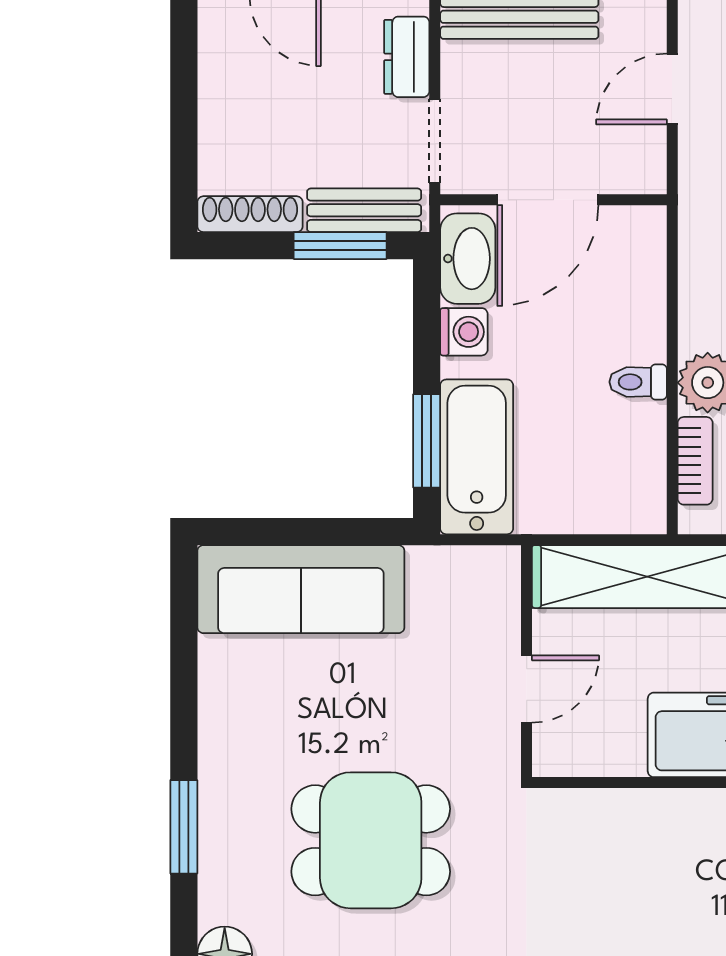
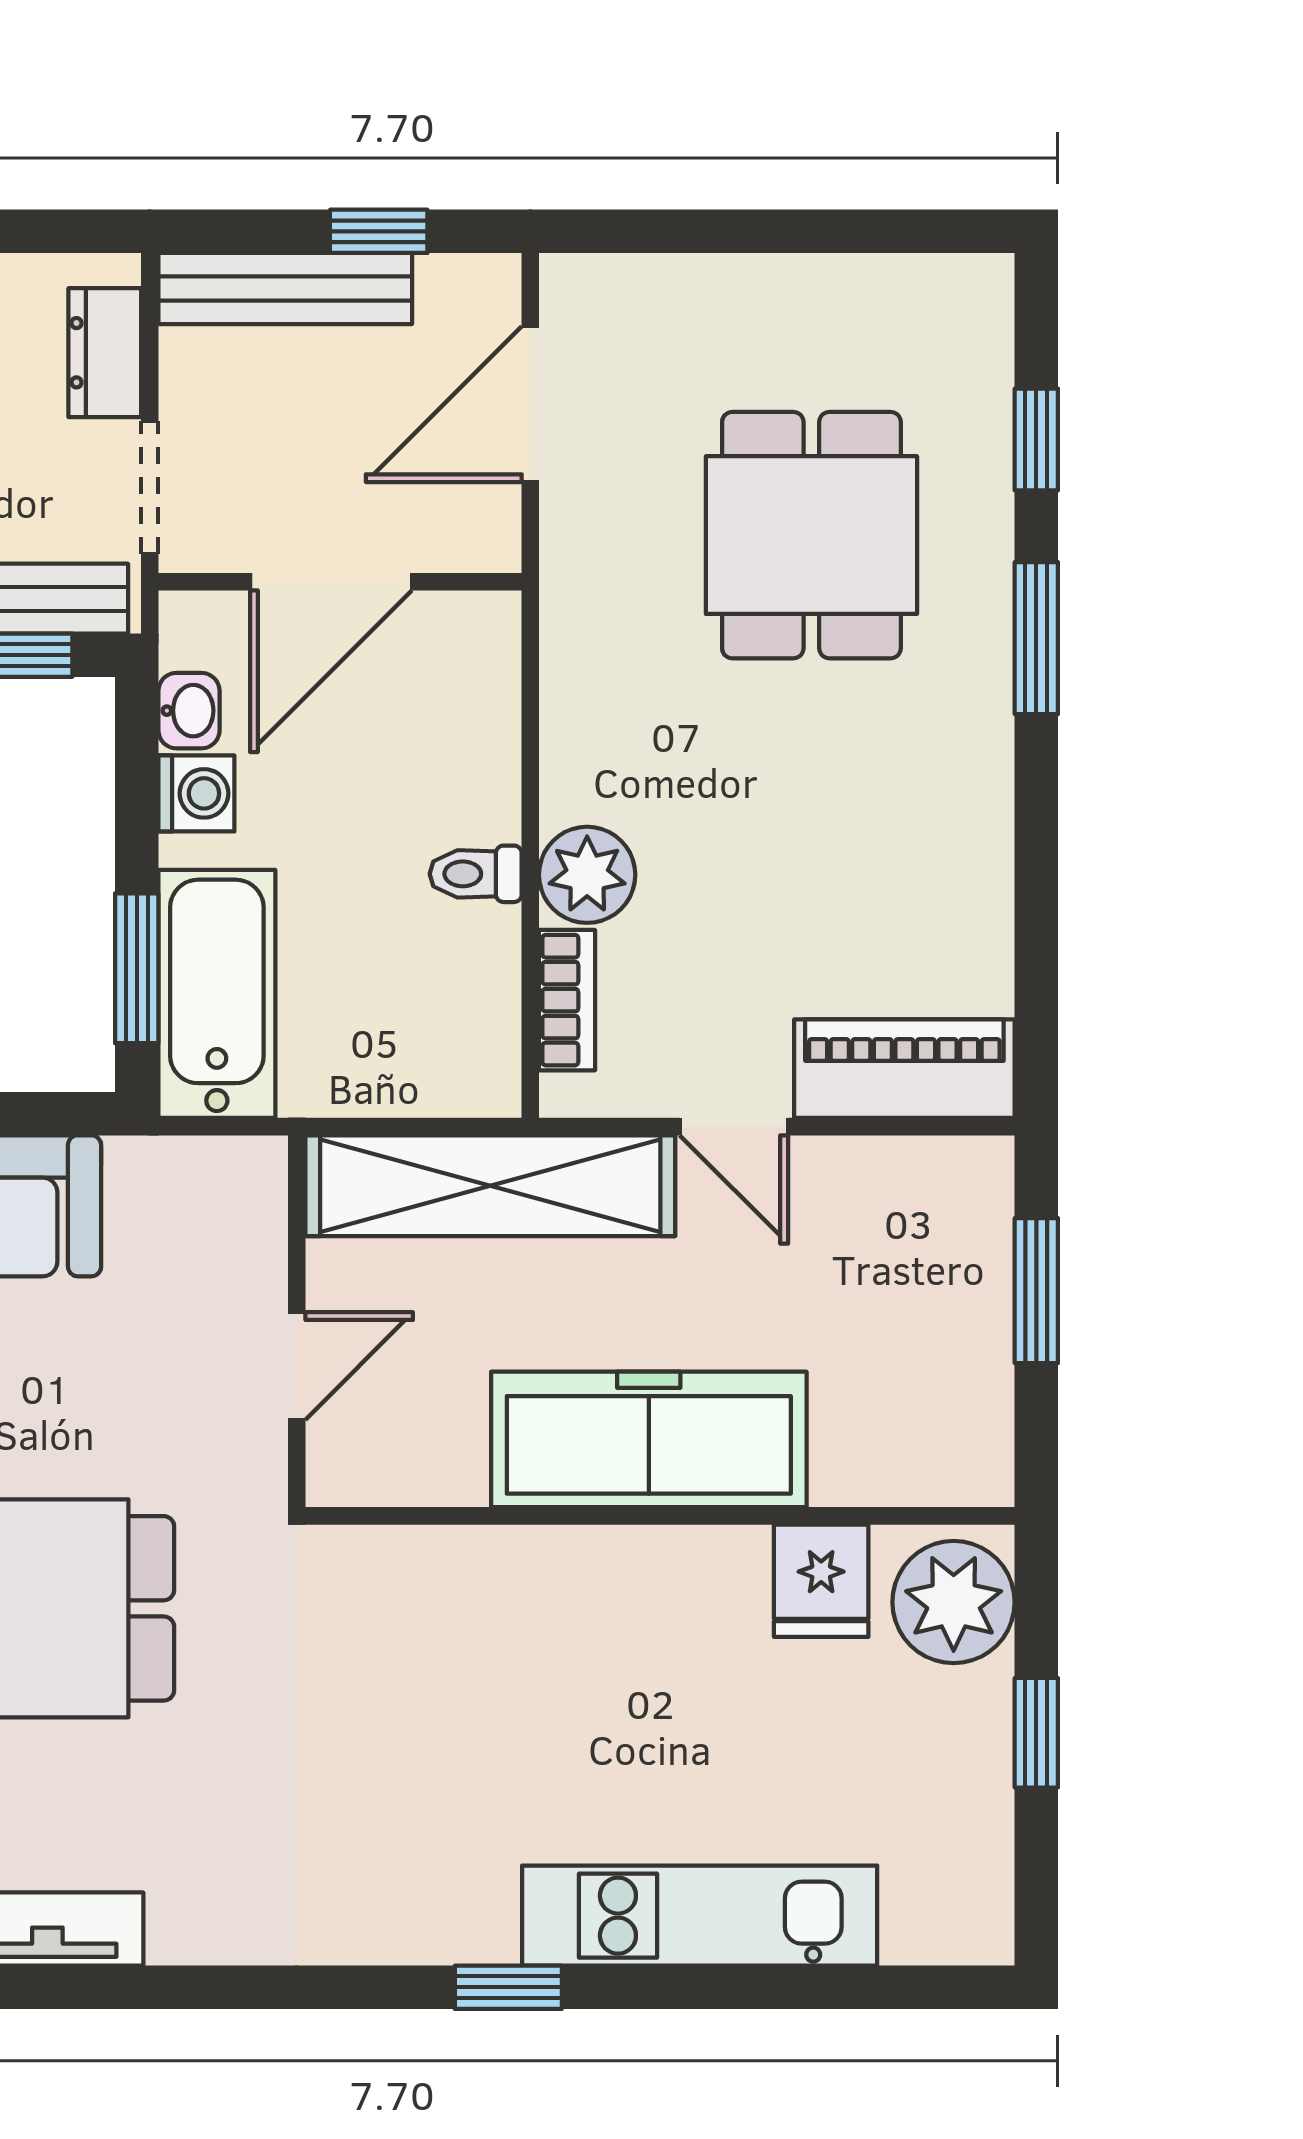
door: (672, 89) -> (530, 404), width x1.38
washbasin: (468, 259) -> (189, 711), width x0.52, depth x0.69

